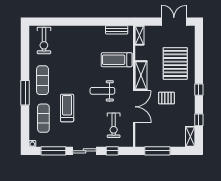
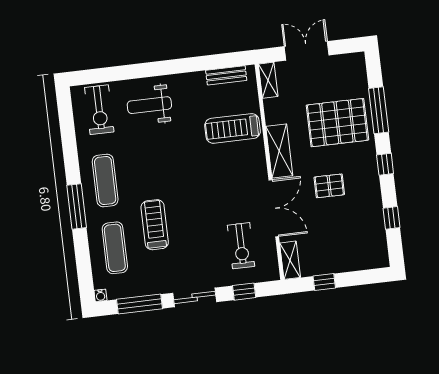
double door: (174, 22) -> (307, 51), moved
window: (199, 59) -> (379, 110), added
pallet: (175, 63) -> (337, 123), turned 90
weight bench: (102, 91) -> (149, 105), moved
shelving: (190, 137) -> (290, 260), moved
window: (157, 151) -> (324, 282), width x0.46

